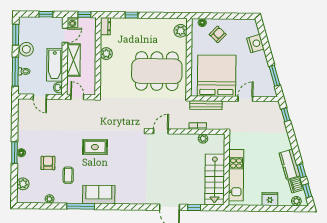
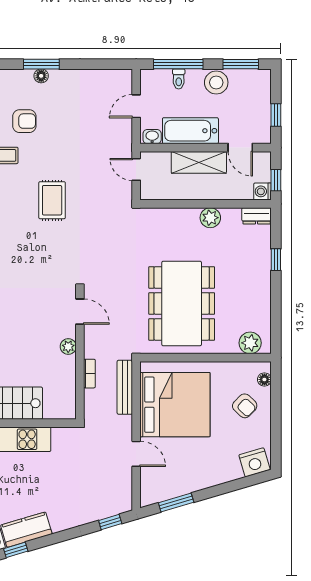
washing machine: (72, 22) -> (263, 191), moved
nightstand: (255, 44) -> (254, 462), moved
door: (77, 97) -> (136, 169), swing flipped
plant: (203, 139) -> (68, 347), moved

